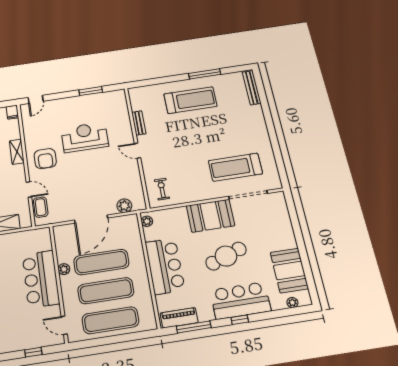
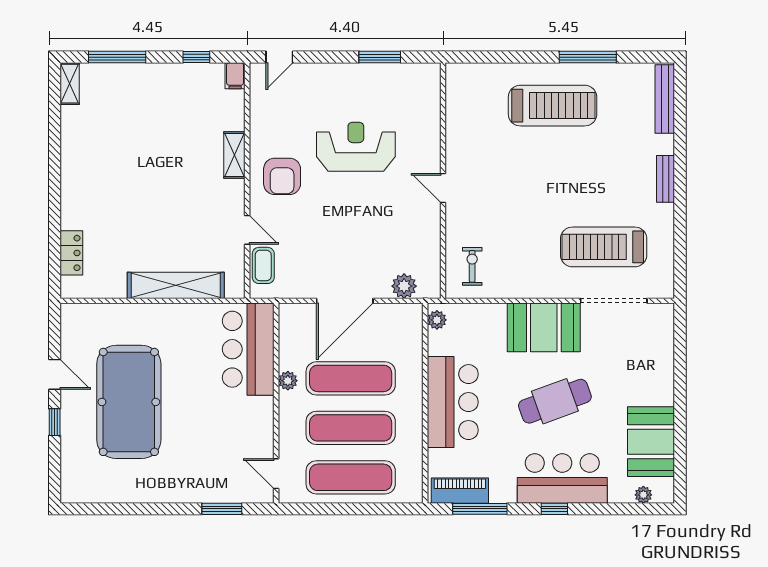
bench: (139, 123) -> (666, 179), moved
bar counter: (41, 279) -> (248, 349), moved
window: (33, 352) -> (222, 509), width x1.50

